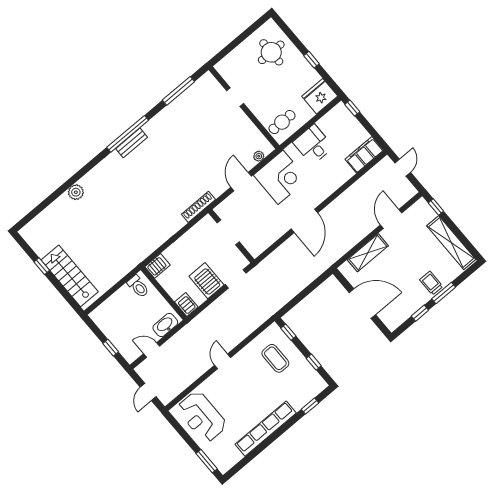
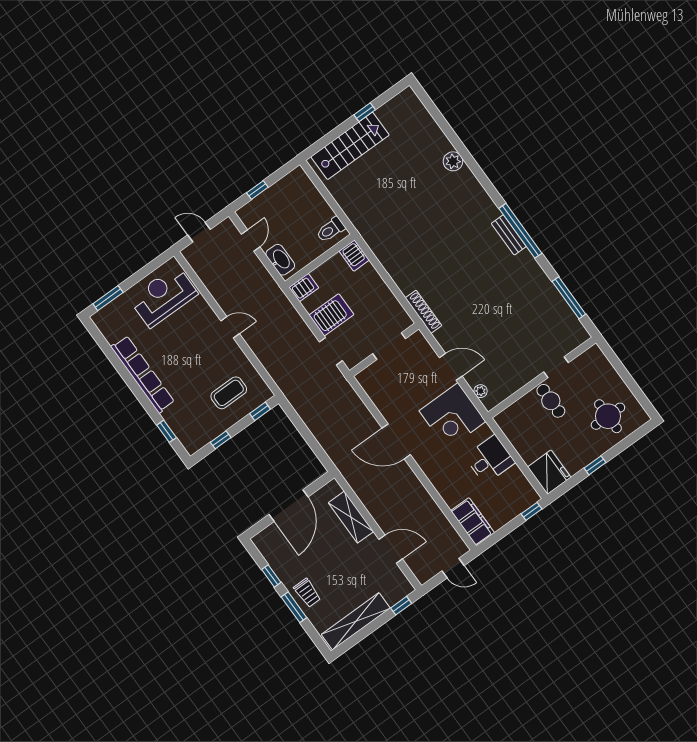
cafe table: (282, 122) -> (551, 401), moved
trolley: (431, 283) -> (307, 593), turned 90

